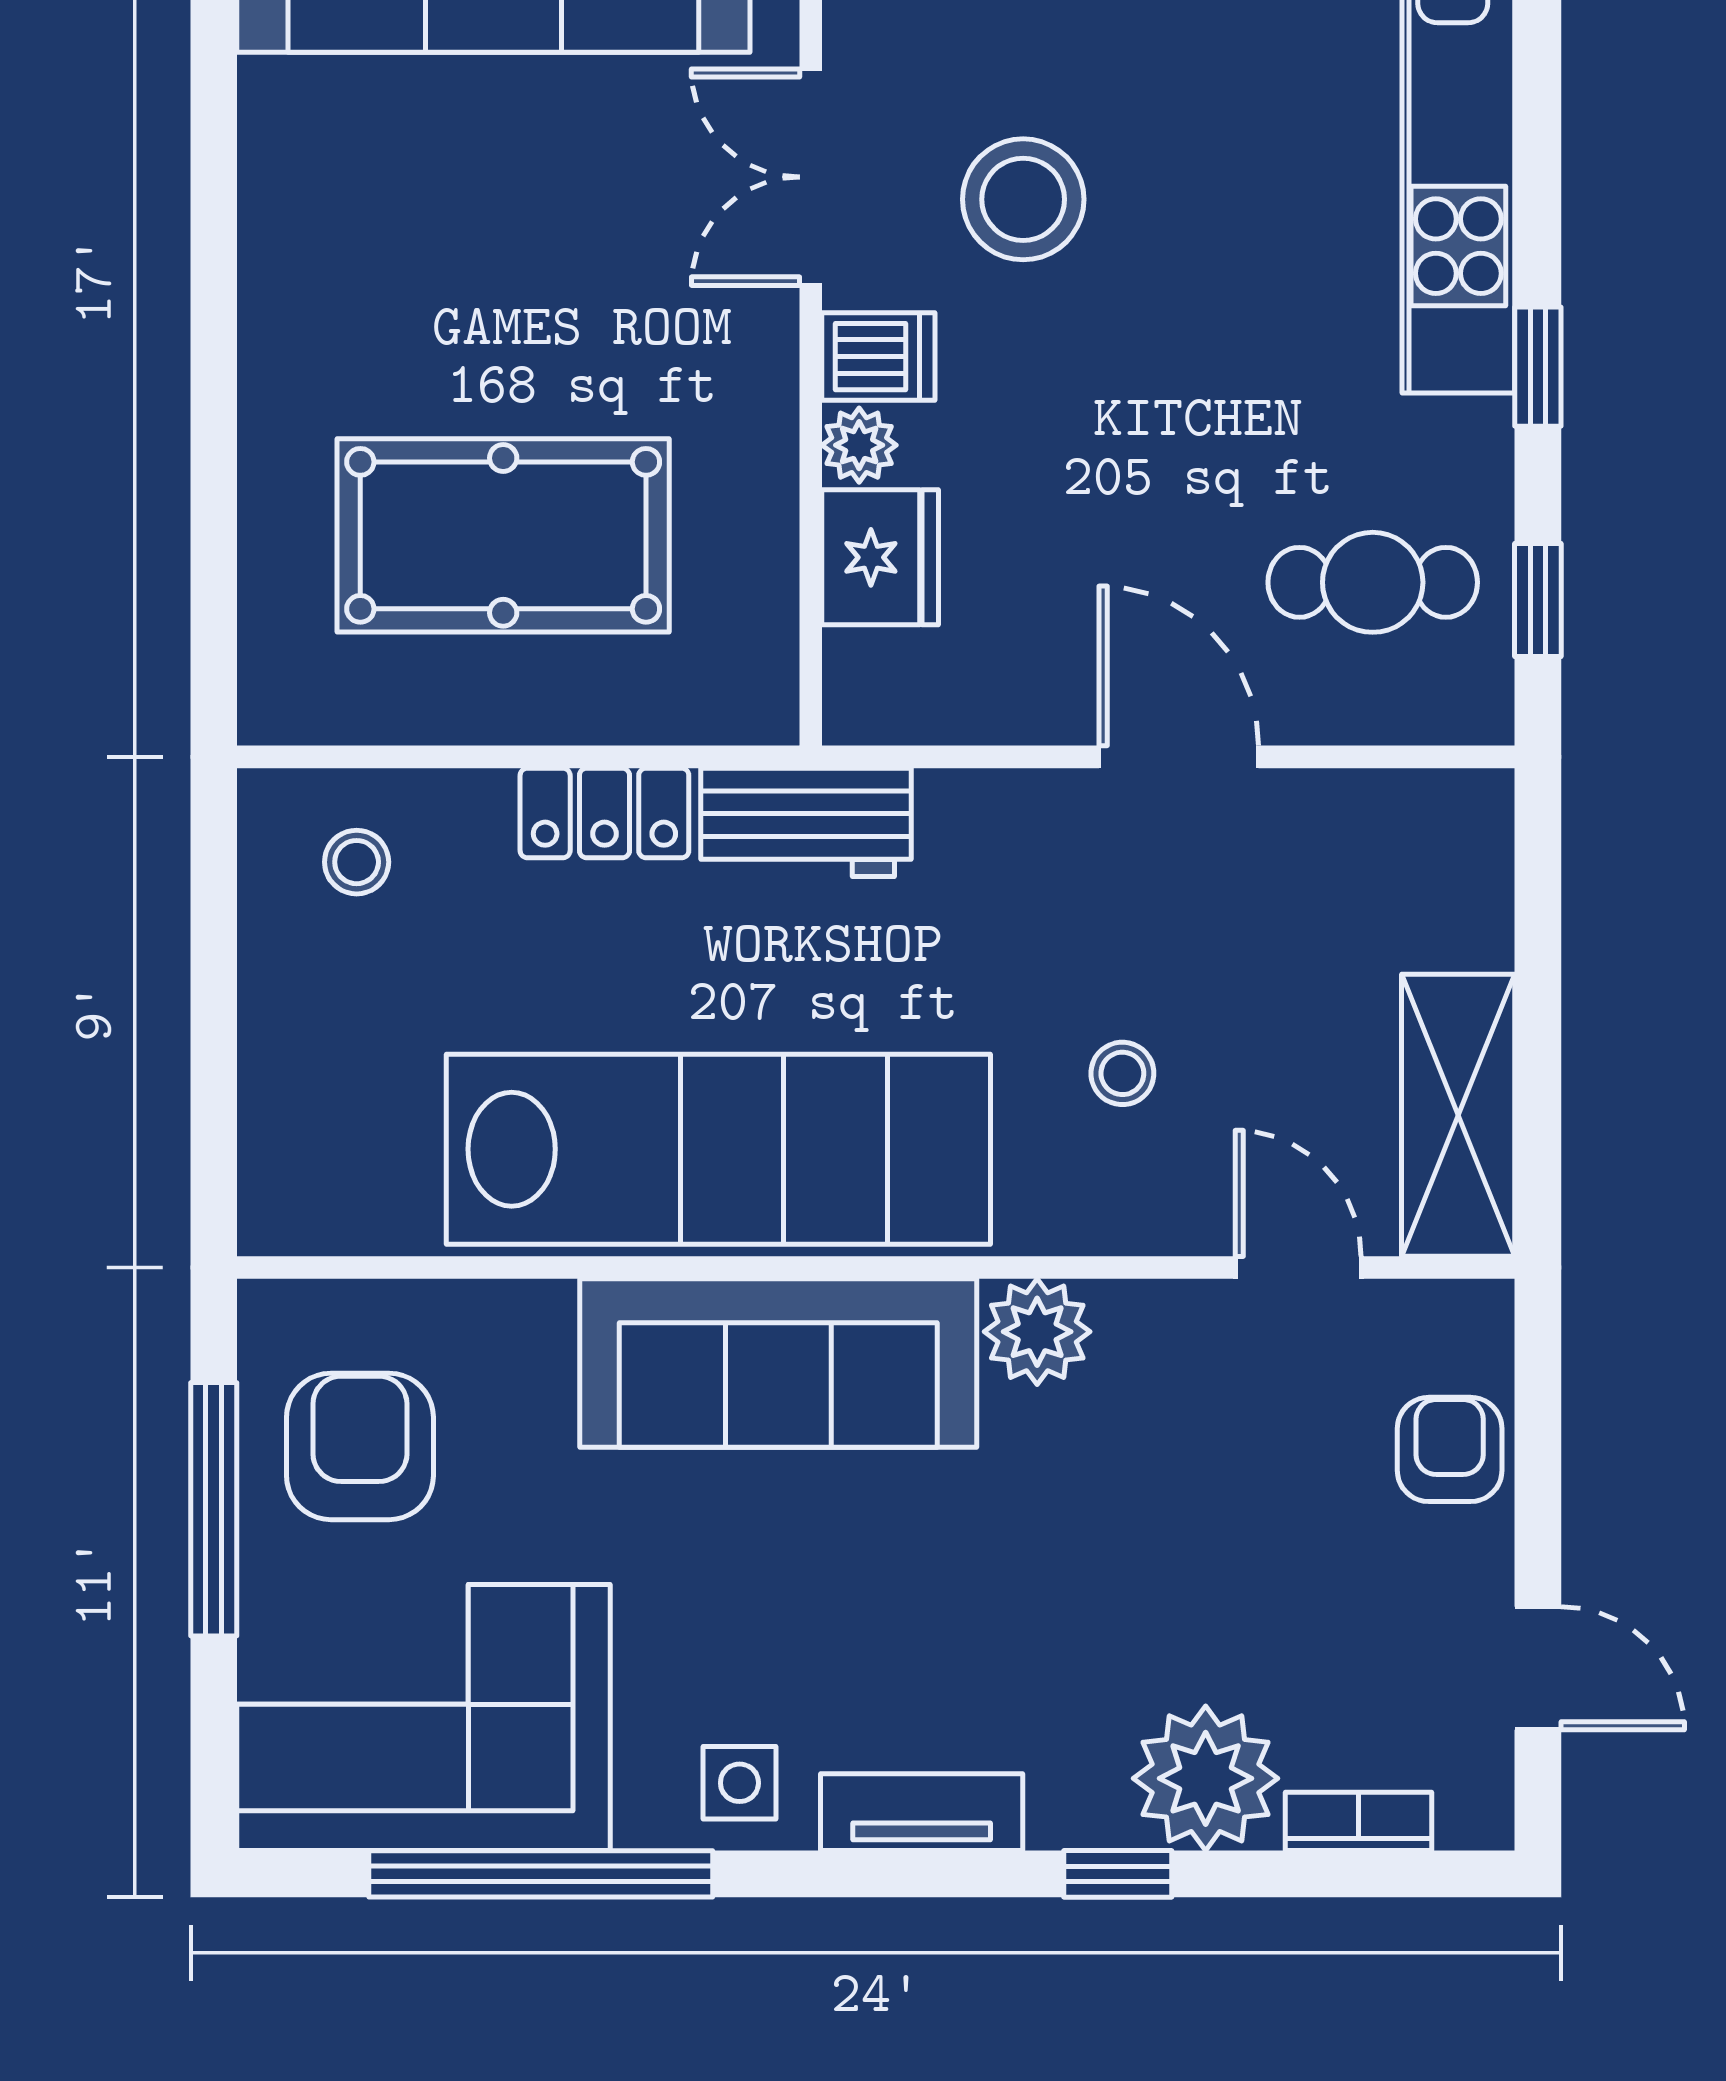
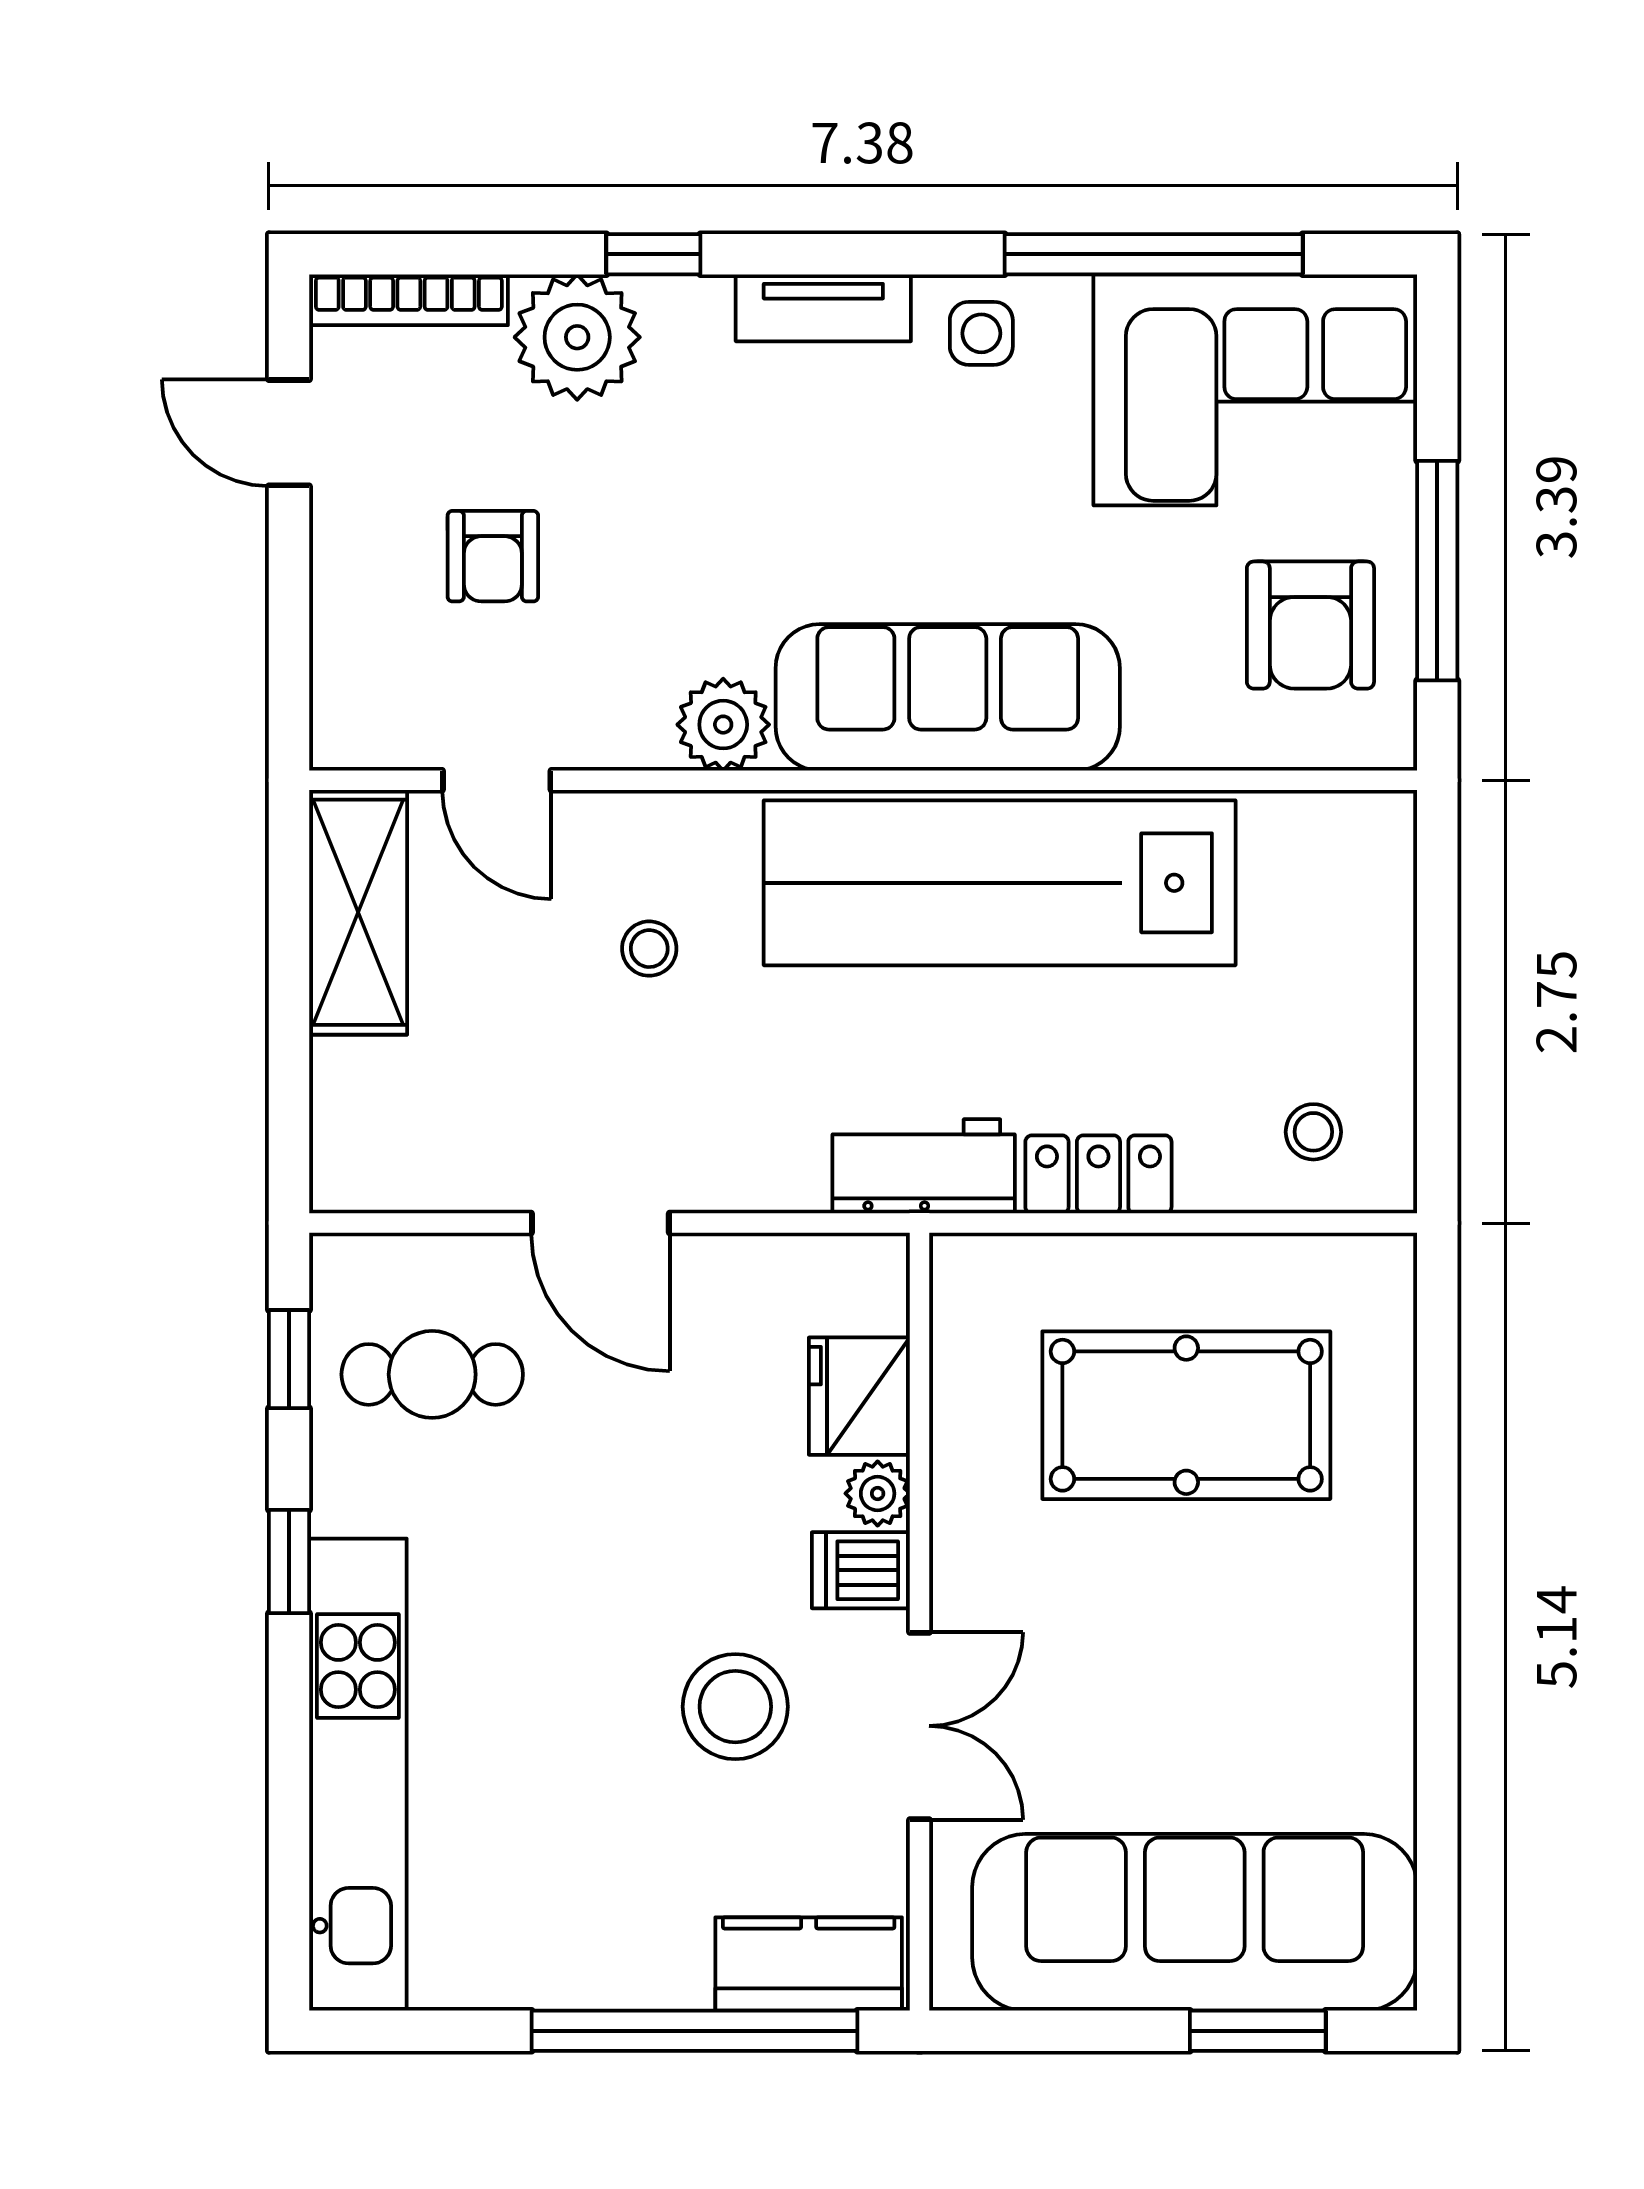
armchair: (1450, 1449) -> (493, 556), moved
bookcase: (1358, 1821) -> (409, 300), width x1.56

